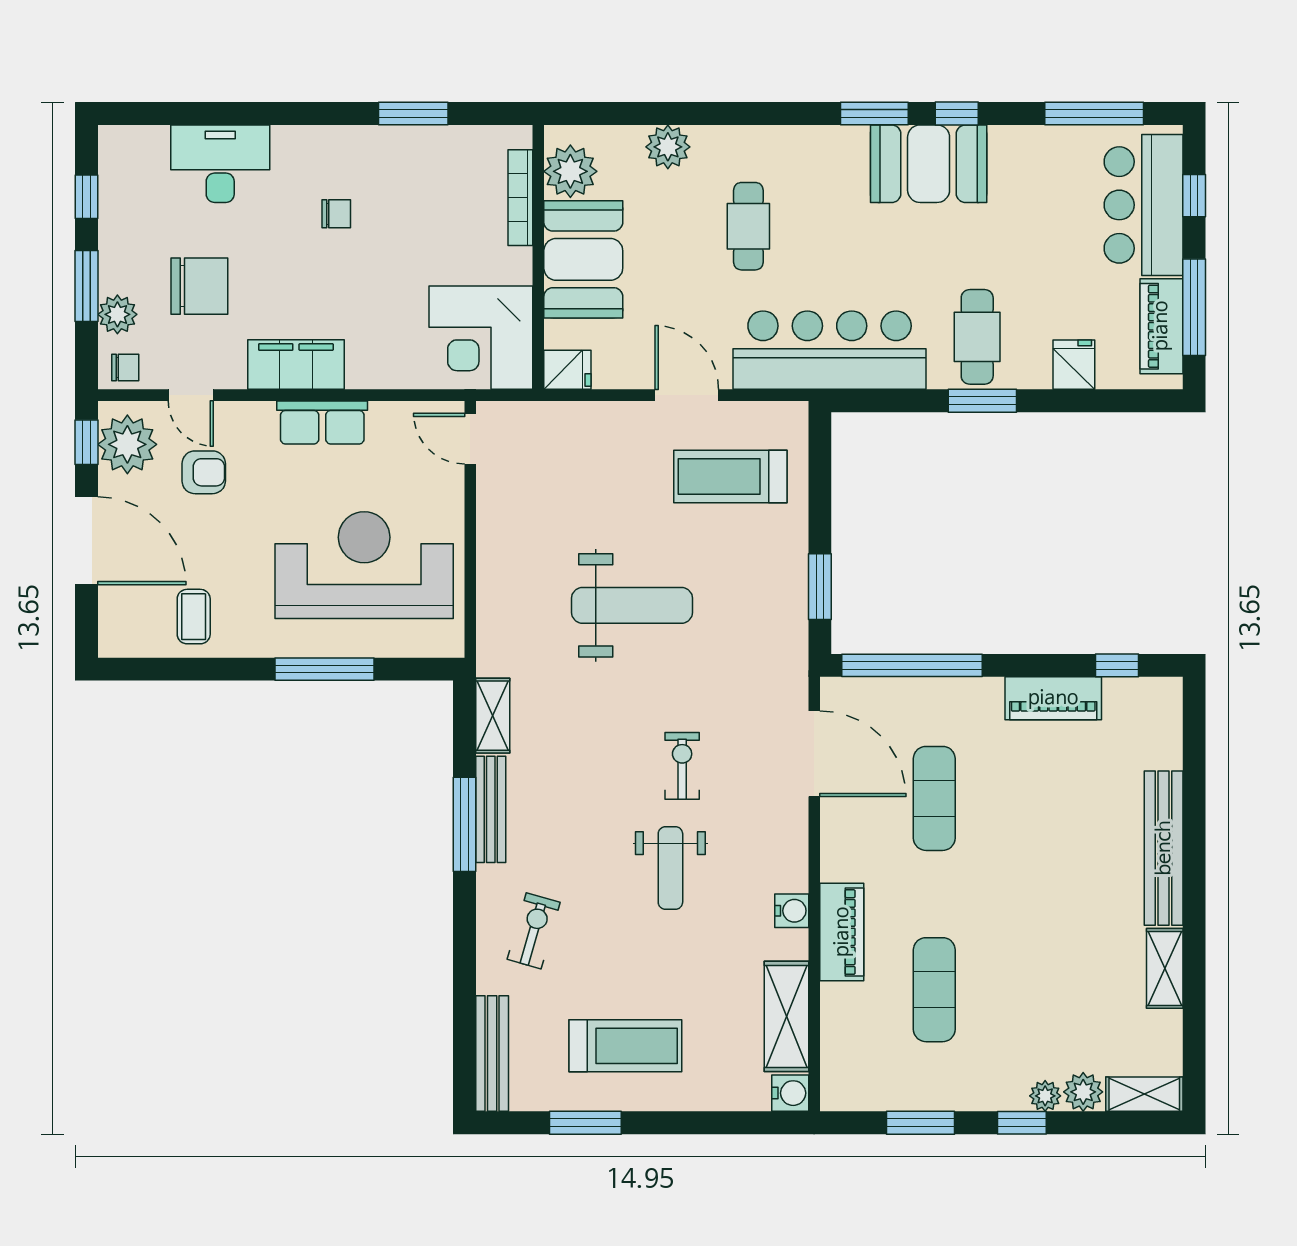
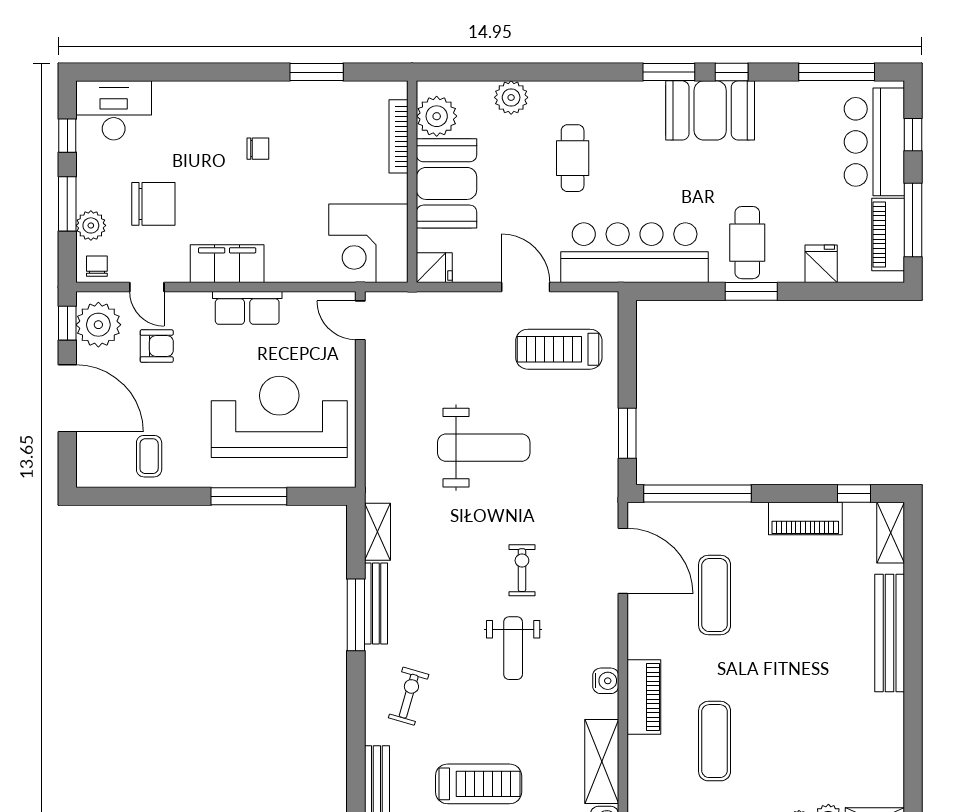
desk: (220, 164) -> (114, 110), moved
chair: (125, 368) -> (97, 266), turned -90
shelving: (1165, 968) -> (891, 533), moved

